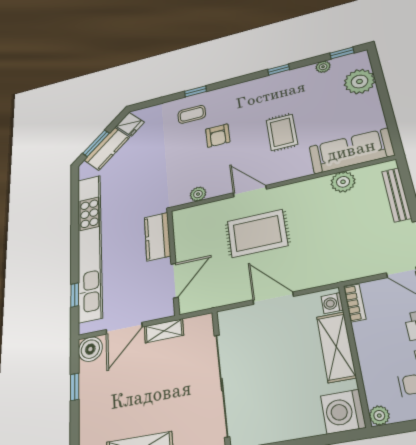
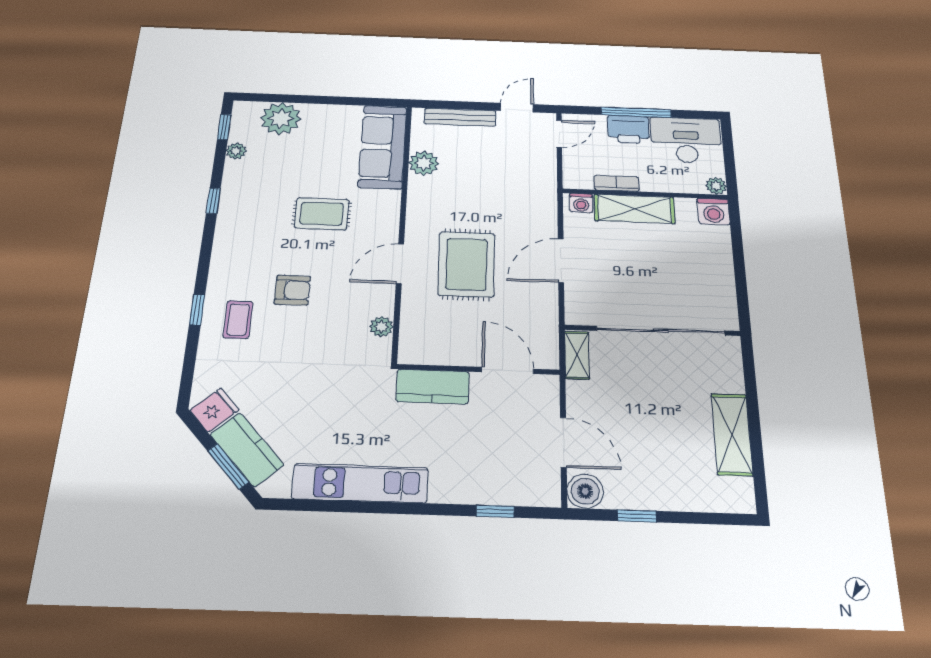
kitchen unit: (90, 246) -> (360, 483), width x0.54
bookcase: (355, 303) -> (616, 183), moved
shelving: (164, 331) -> (577, 355), moved
washing machine: (343, 412) -> (714, 212), width x0.73, depth x0.73

